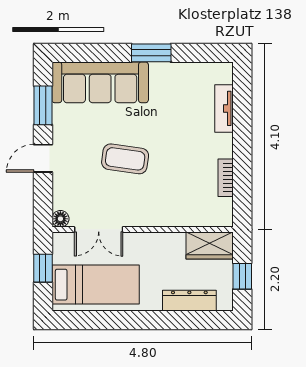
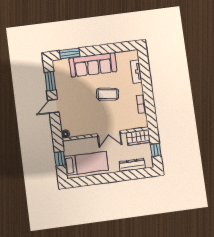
window: (151, 53) -> (70, 54), moved
sofa: (100, 82) -> (93, 65), moved
coffee table: (125, 159) -> (108, 94), moved
double door: (99, 229) -> (109, 133), moved

